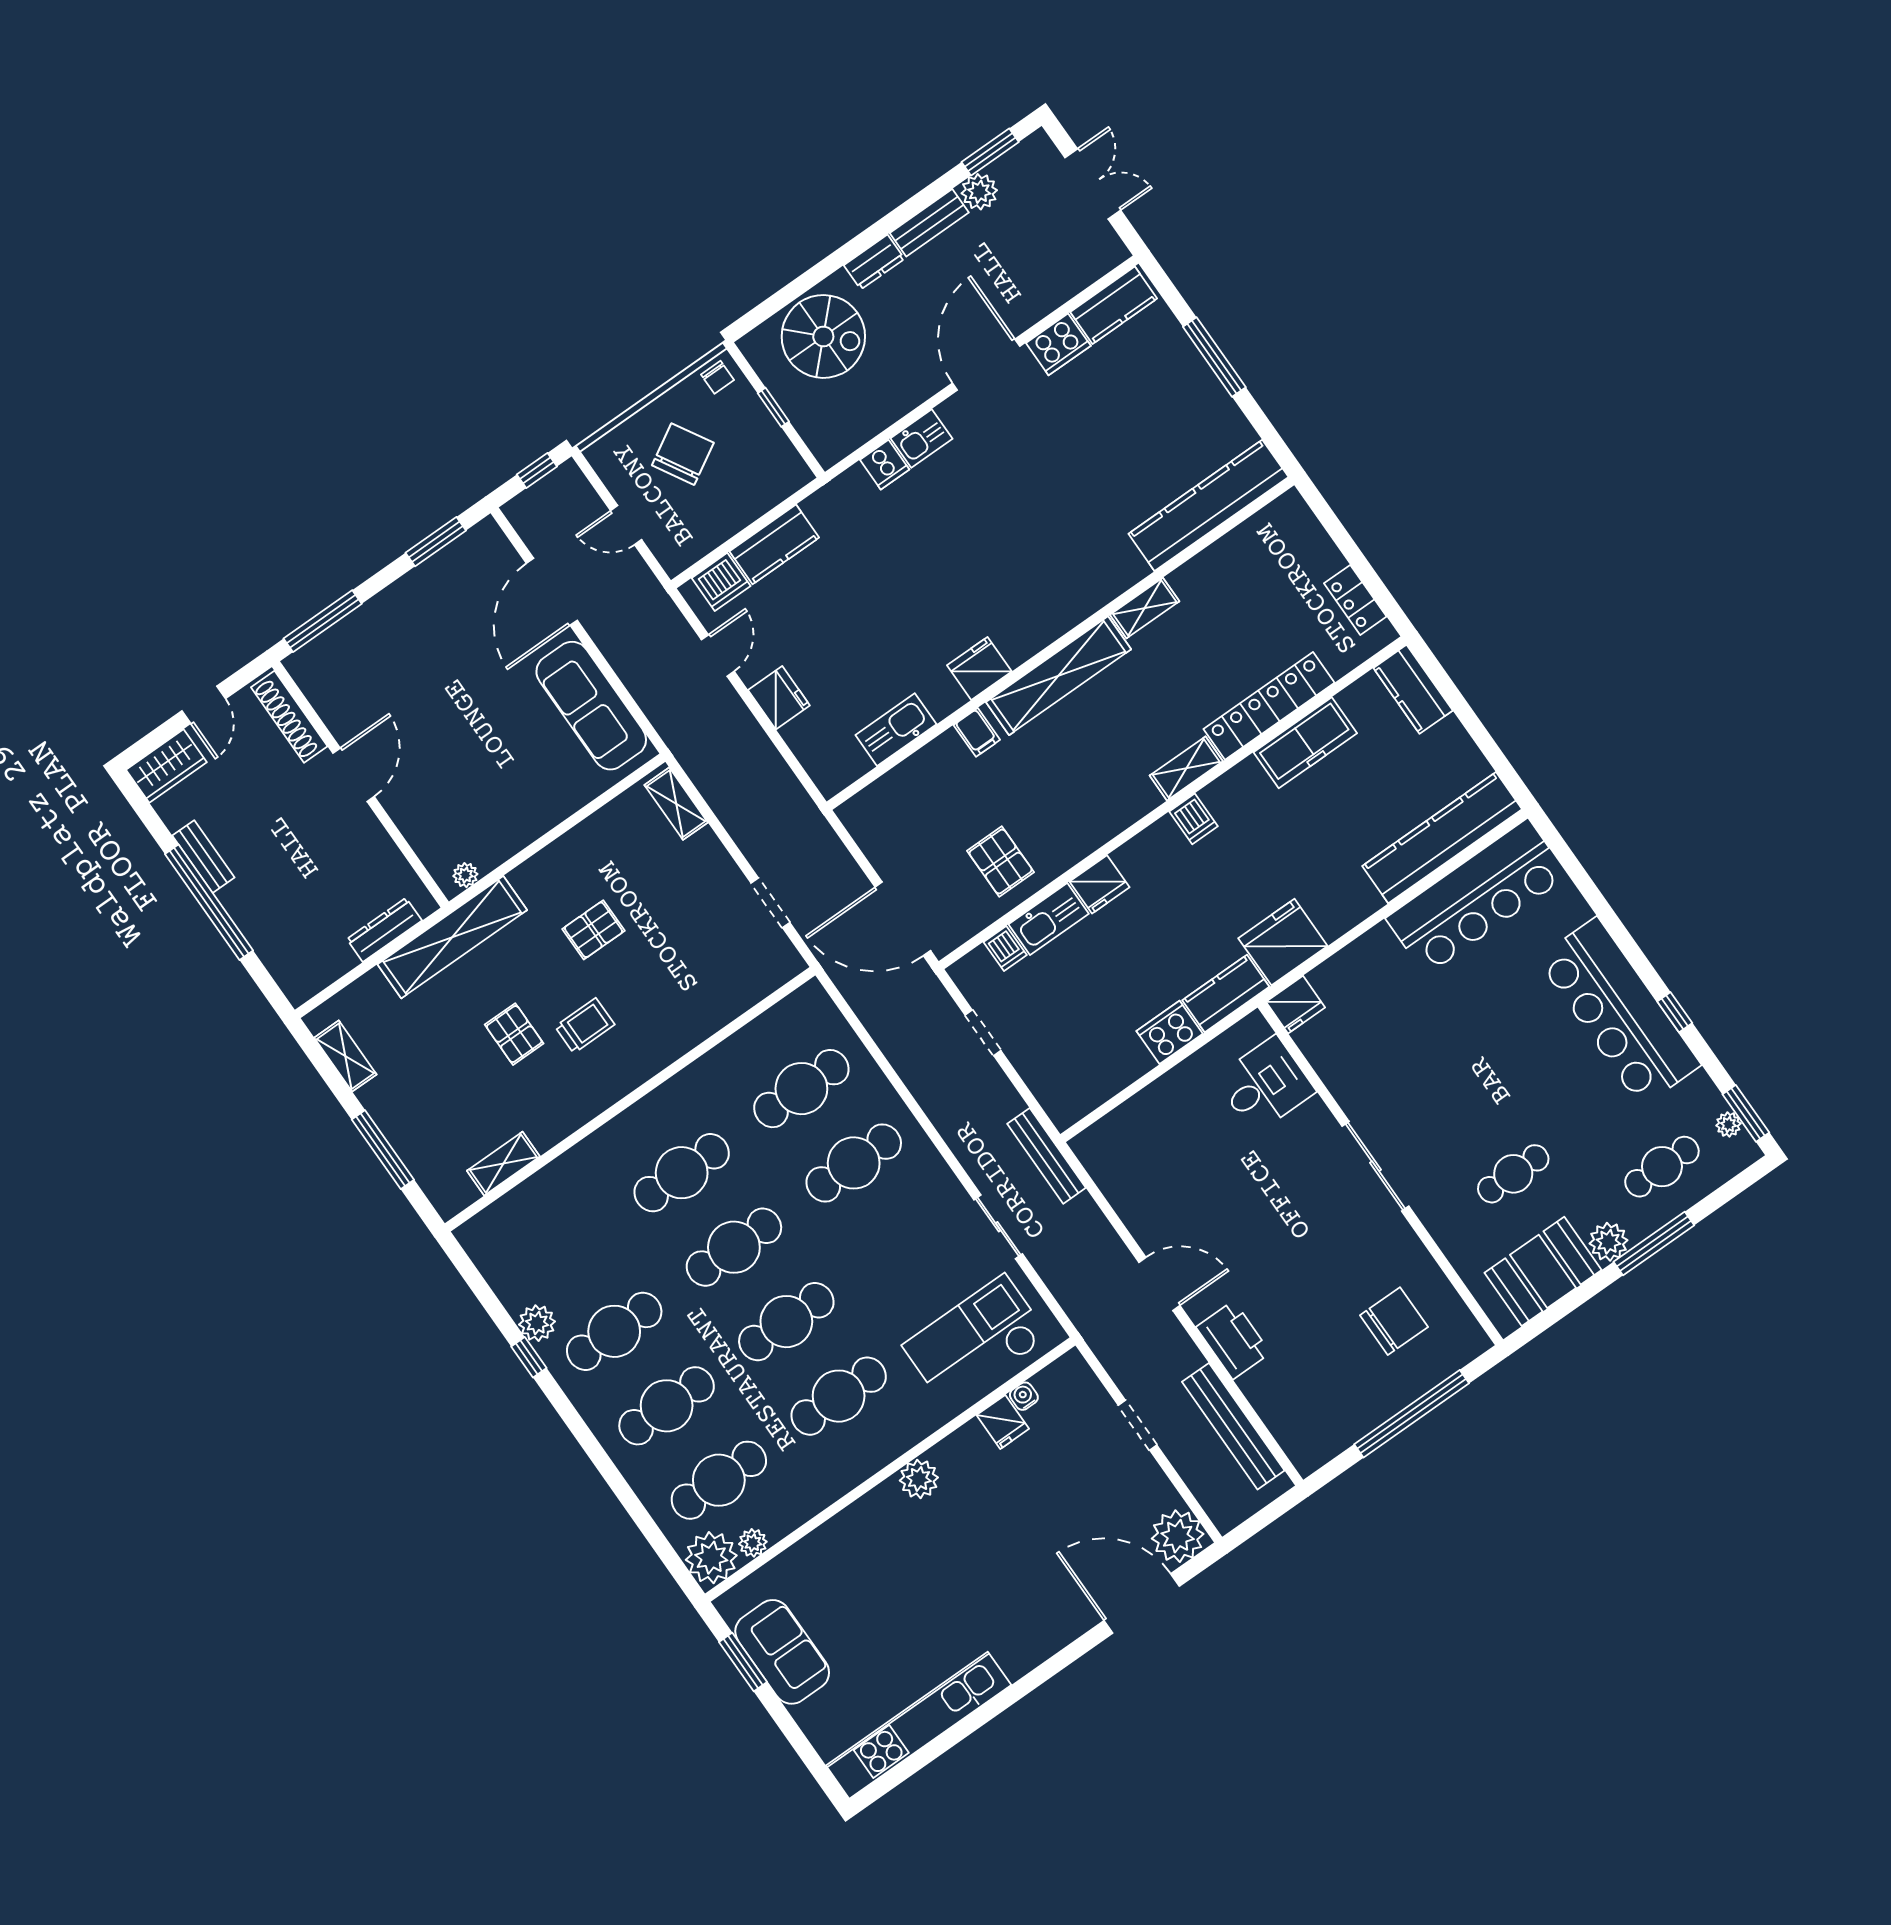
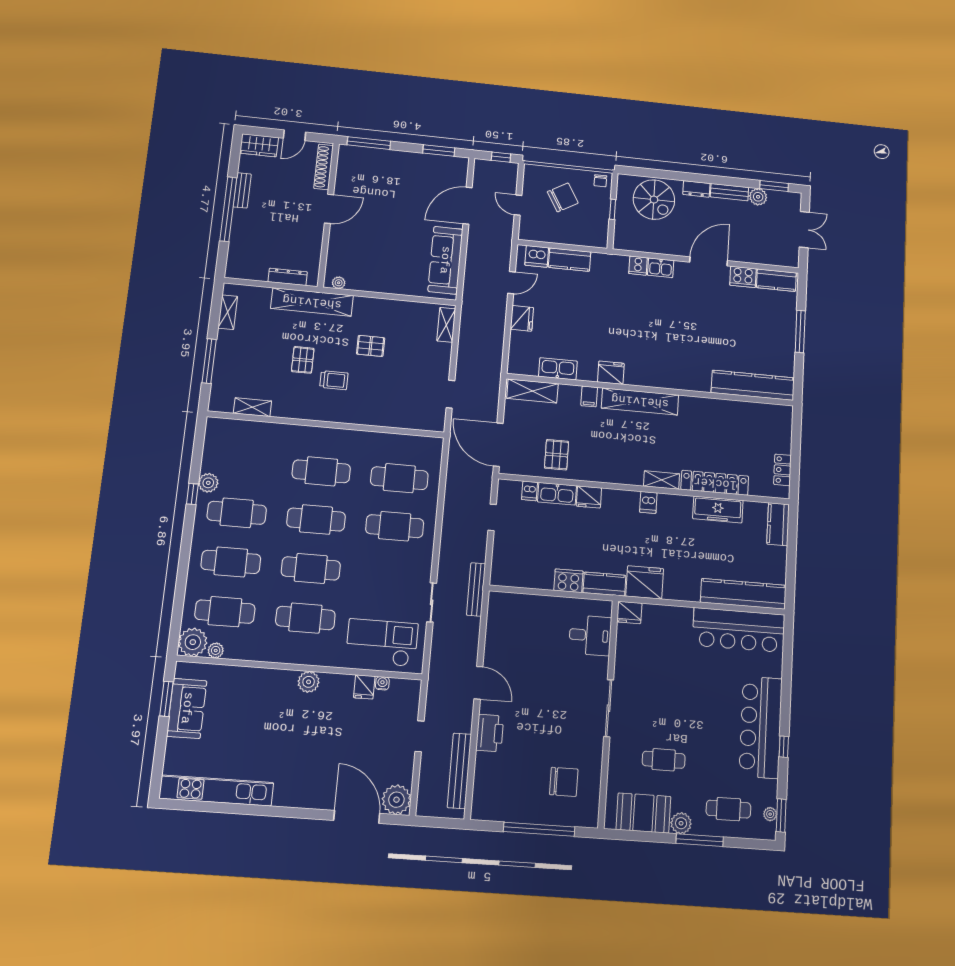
shelving: (1145, 608) -> (532, 391), moved, width x1.50, depth x1.33

